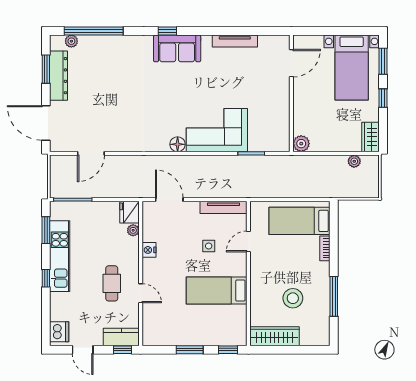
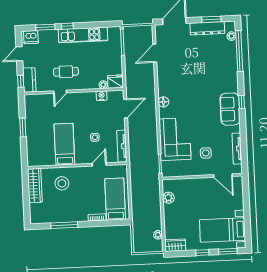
door: (291, 63) -> (223, 176), moved
side table: (239, 86) -> (206, 153), added
wall: (291, 93) -> (202, 177), moved
floor lamp: (178, 144) -> (163, 102), moved
door: (91, 153) -> (155, 53), hinge flipped
window: (46, 230) -> (45, 27), moved
door: (248, 242) -> (99, 164), hinge flipped
nightstand: (149, 250) -> (102, 96), moved
stool: (293, 298) -> (62, 183), moved
window: (228, 350) -> (24, 154), removed

